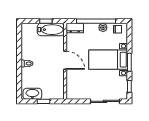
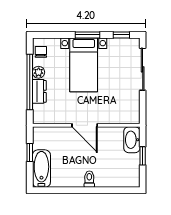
dresser: (75, 28) -> (39, 91), moved
bathtub: (51, 30) -> (41, 169), moved
door: (65, 60) -> (85, 125), swing flipped
washbasin: (32, 94) -> (132, 140), moved

